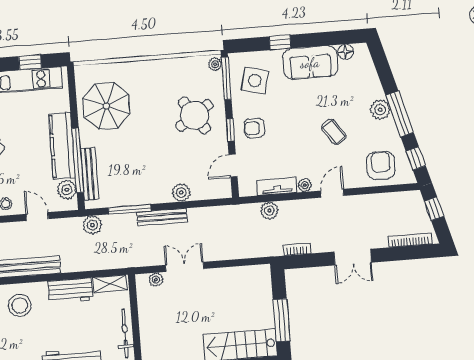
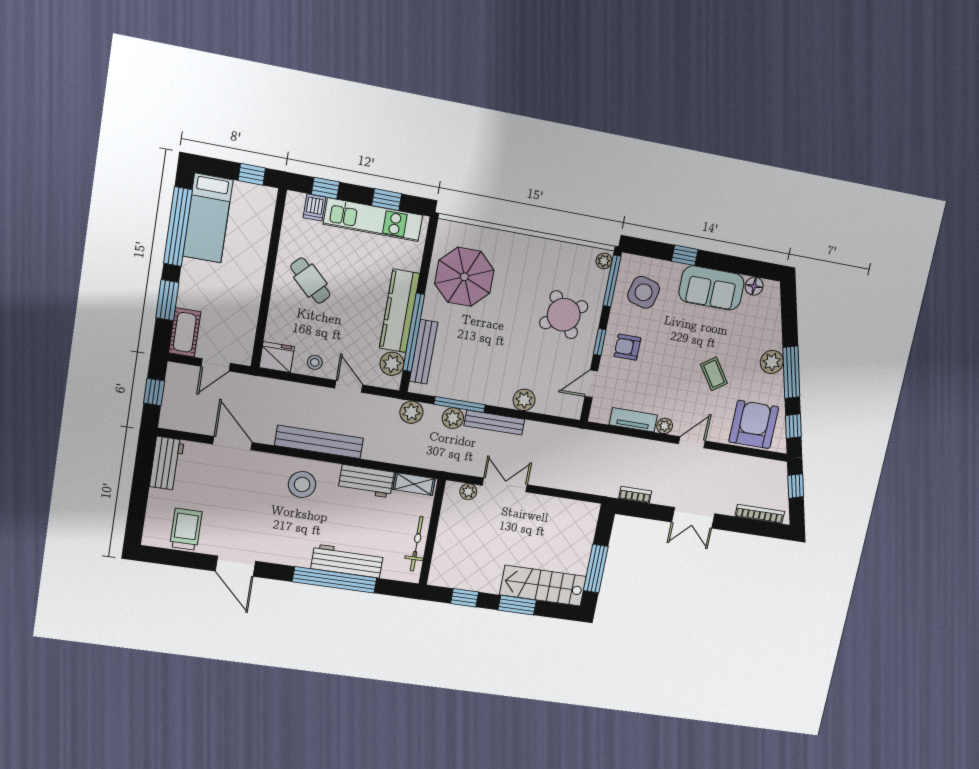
armchair: (381, 165) -> (754, 424), width x1.36, depth x1.36
plant: (269, 211) -> (453, 418), moved

